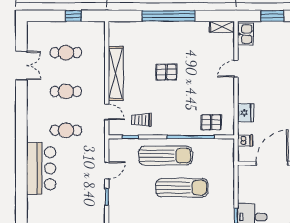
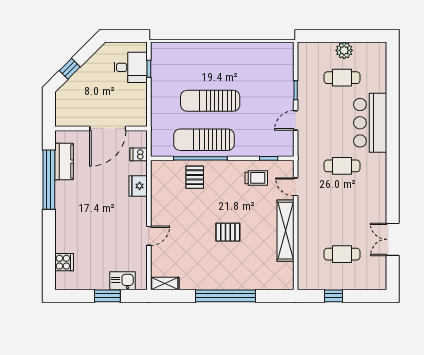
kitchen sink: (246, 34) -> (123, 281), moved, turned 90
cafe table: (66, 91) -> (342, 78), moved
pallet: (211, 122) -> (195, 177), moved, turned 90
sun lounger: (166, 156) -> (204, 140), moved

